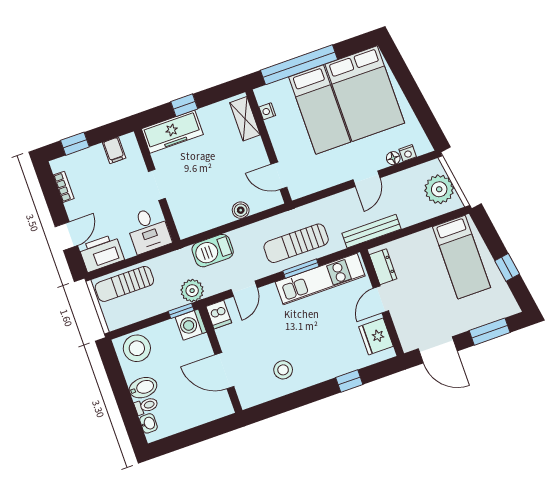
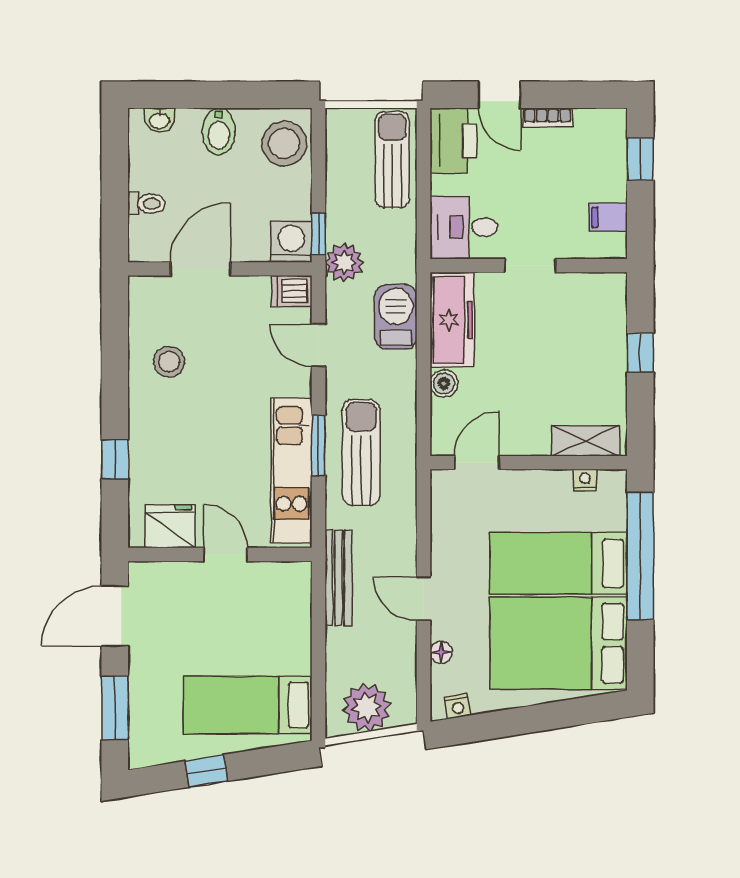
freezer: (172, 132) -> (452, 320), moved, turned 180
nightstand: (408, 153) -> (458, 706), moved, turned -99
bookcase: (64, 187) -> (547, 118), moved
dresser: (383, 267) -> (276, 576), removed
toilet: (146, 406) -> (147, 204), moved, turned -90

